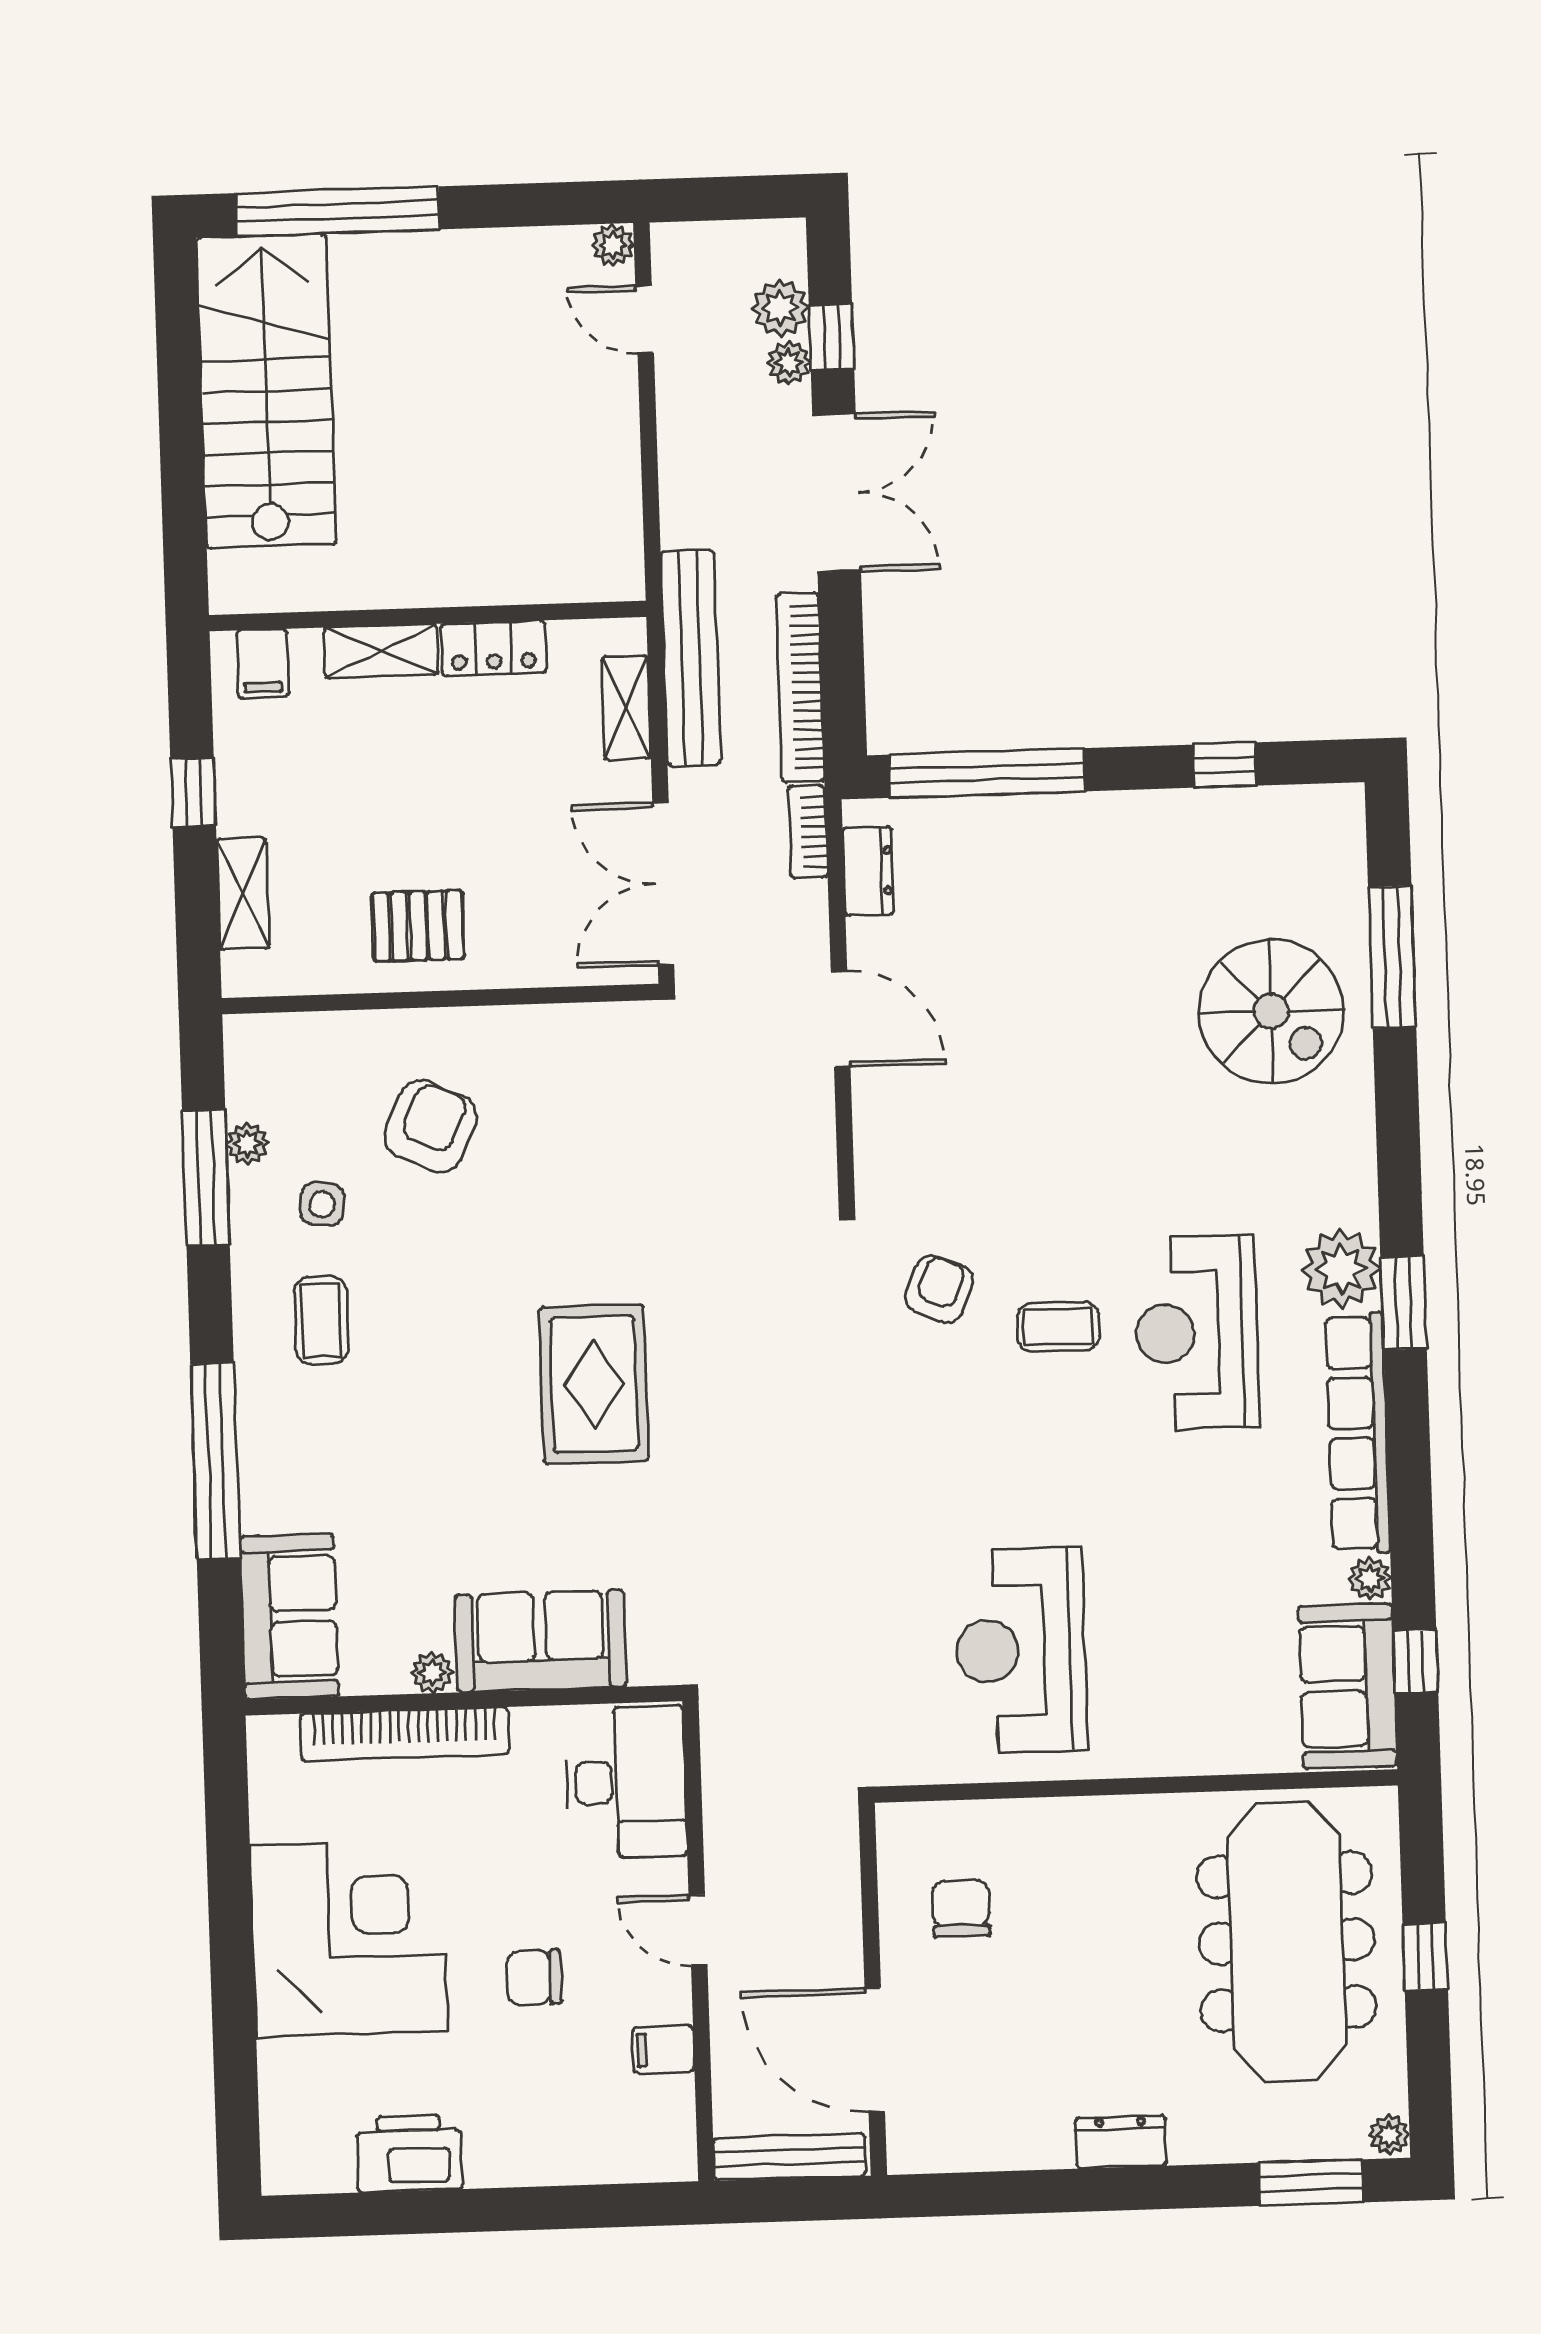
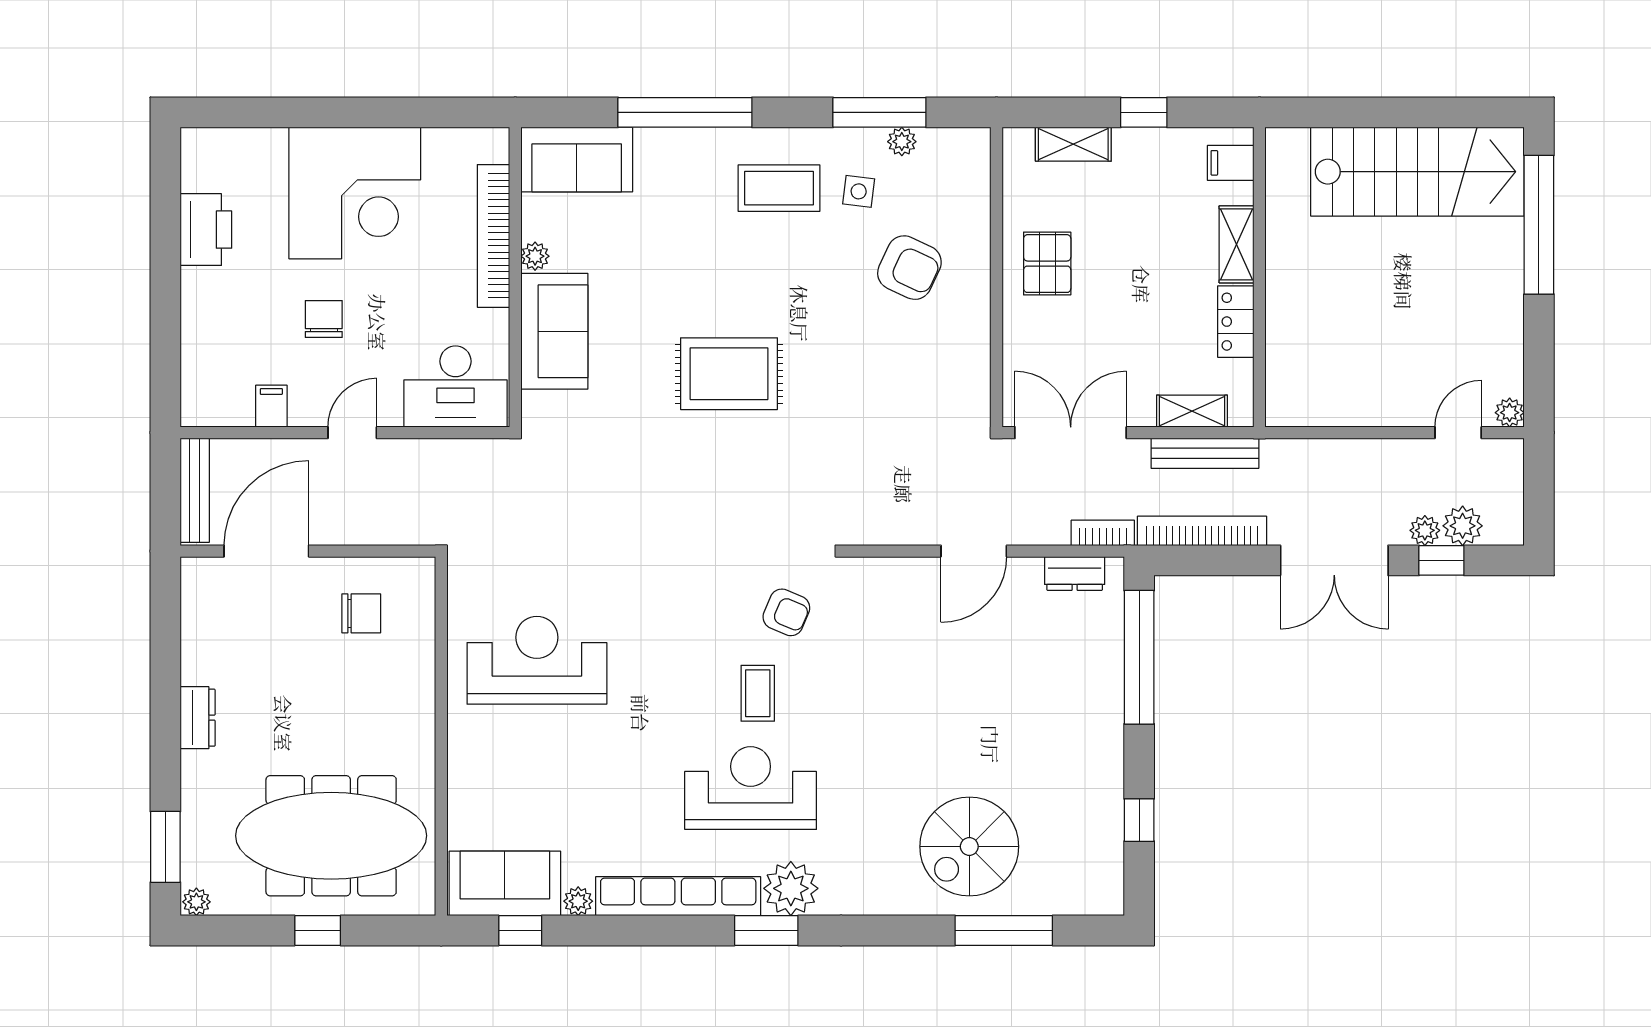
bench: (691, 658) -> (1205, 453), width x0.73, depth x0.82
coffee table: (321, 1320) -> (779, 188), width x1.36, depth x1.30

